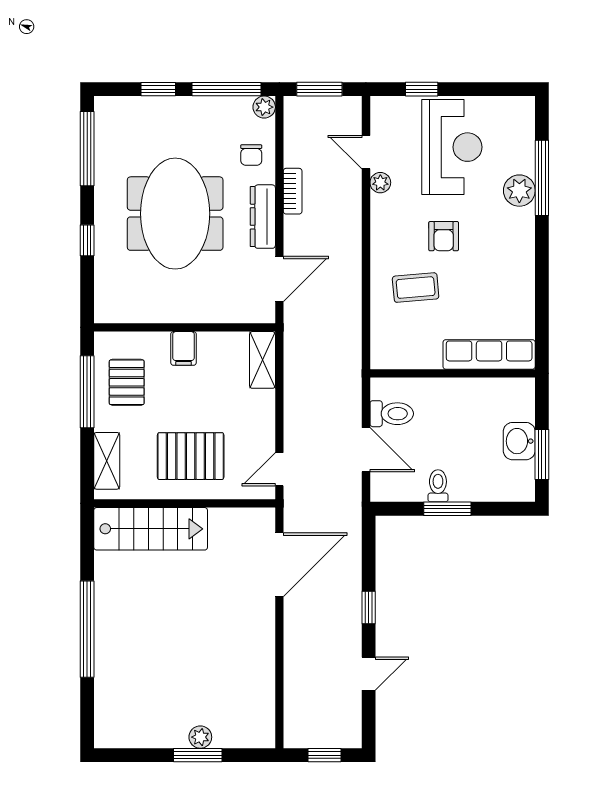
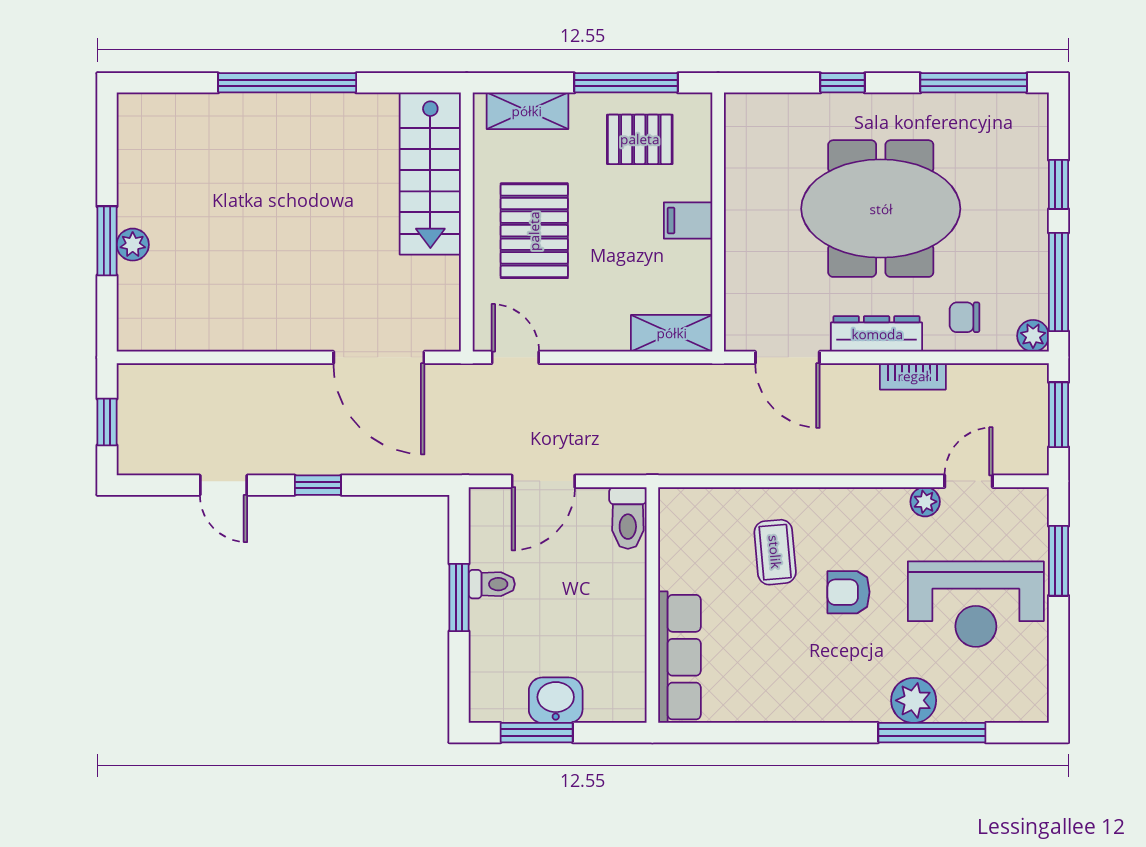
window: (422, 89) -> (1059, 561), width x1.50
toilet: (392, 414) -> (628, 518), moved

